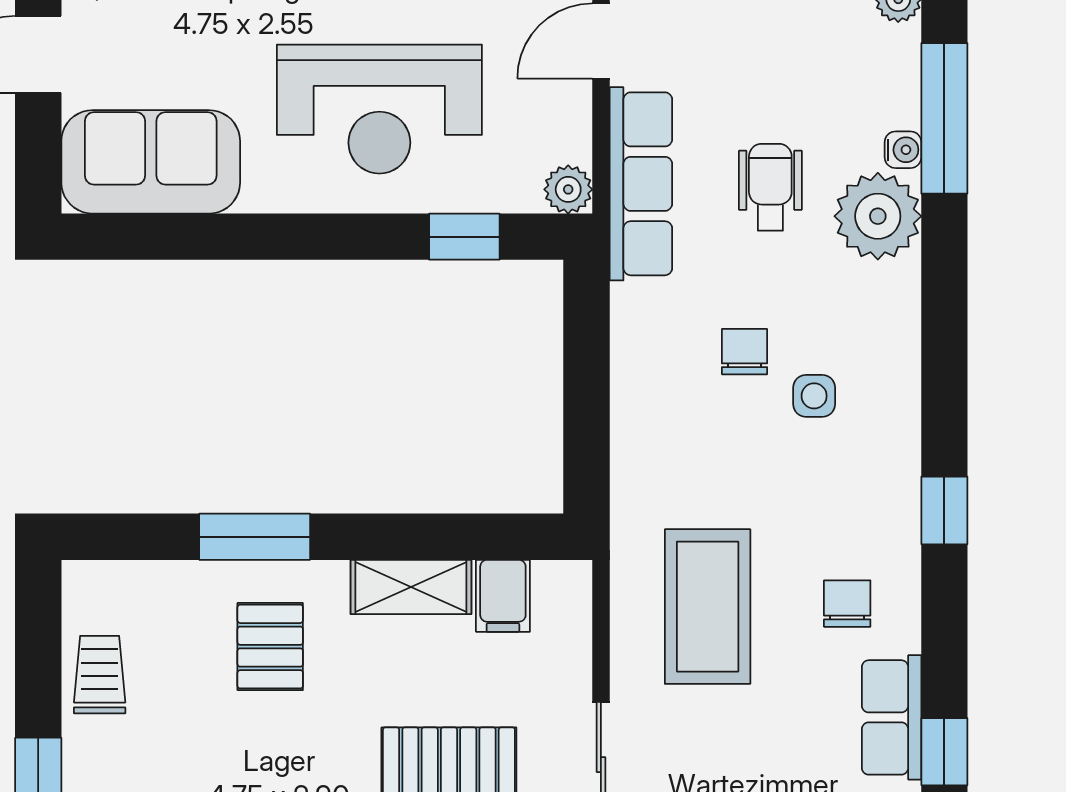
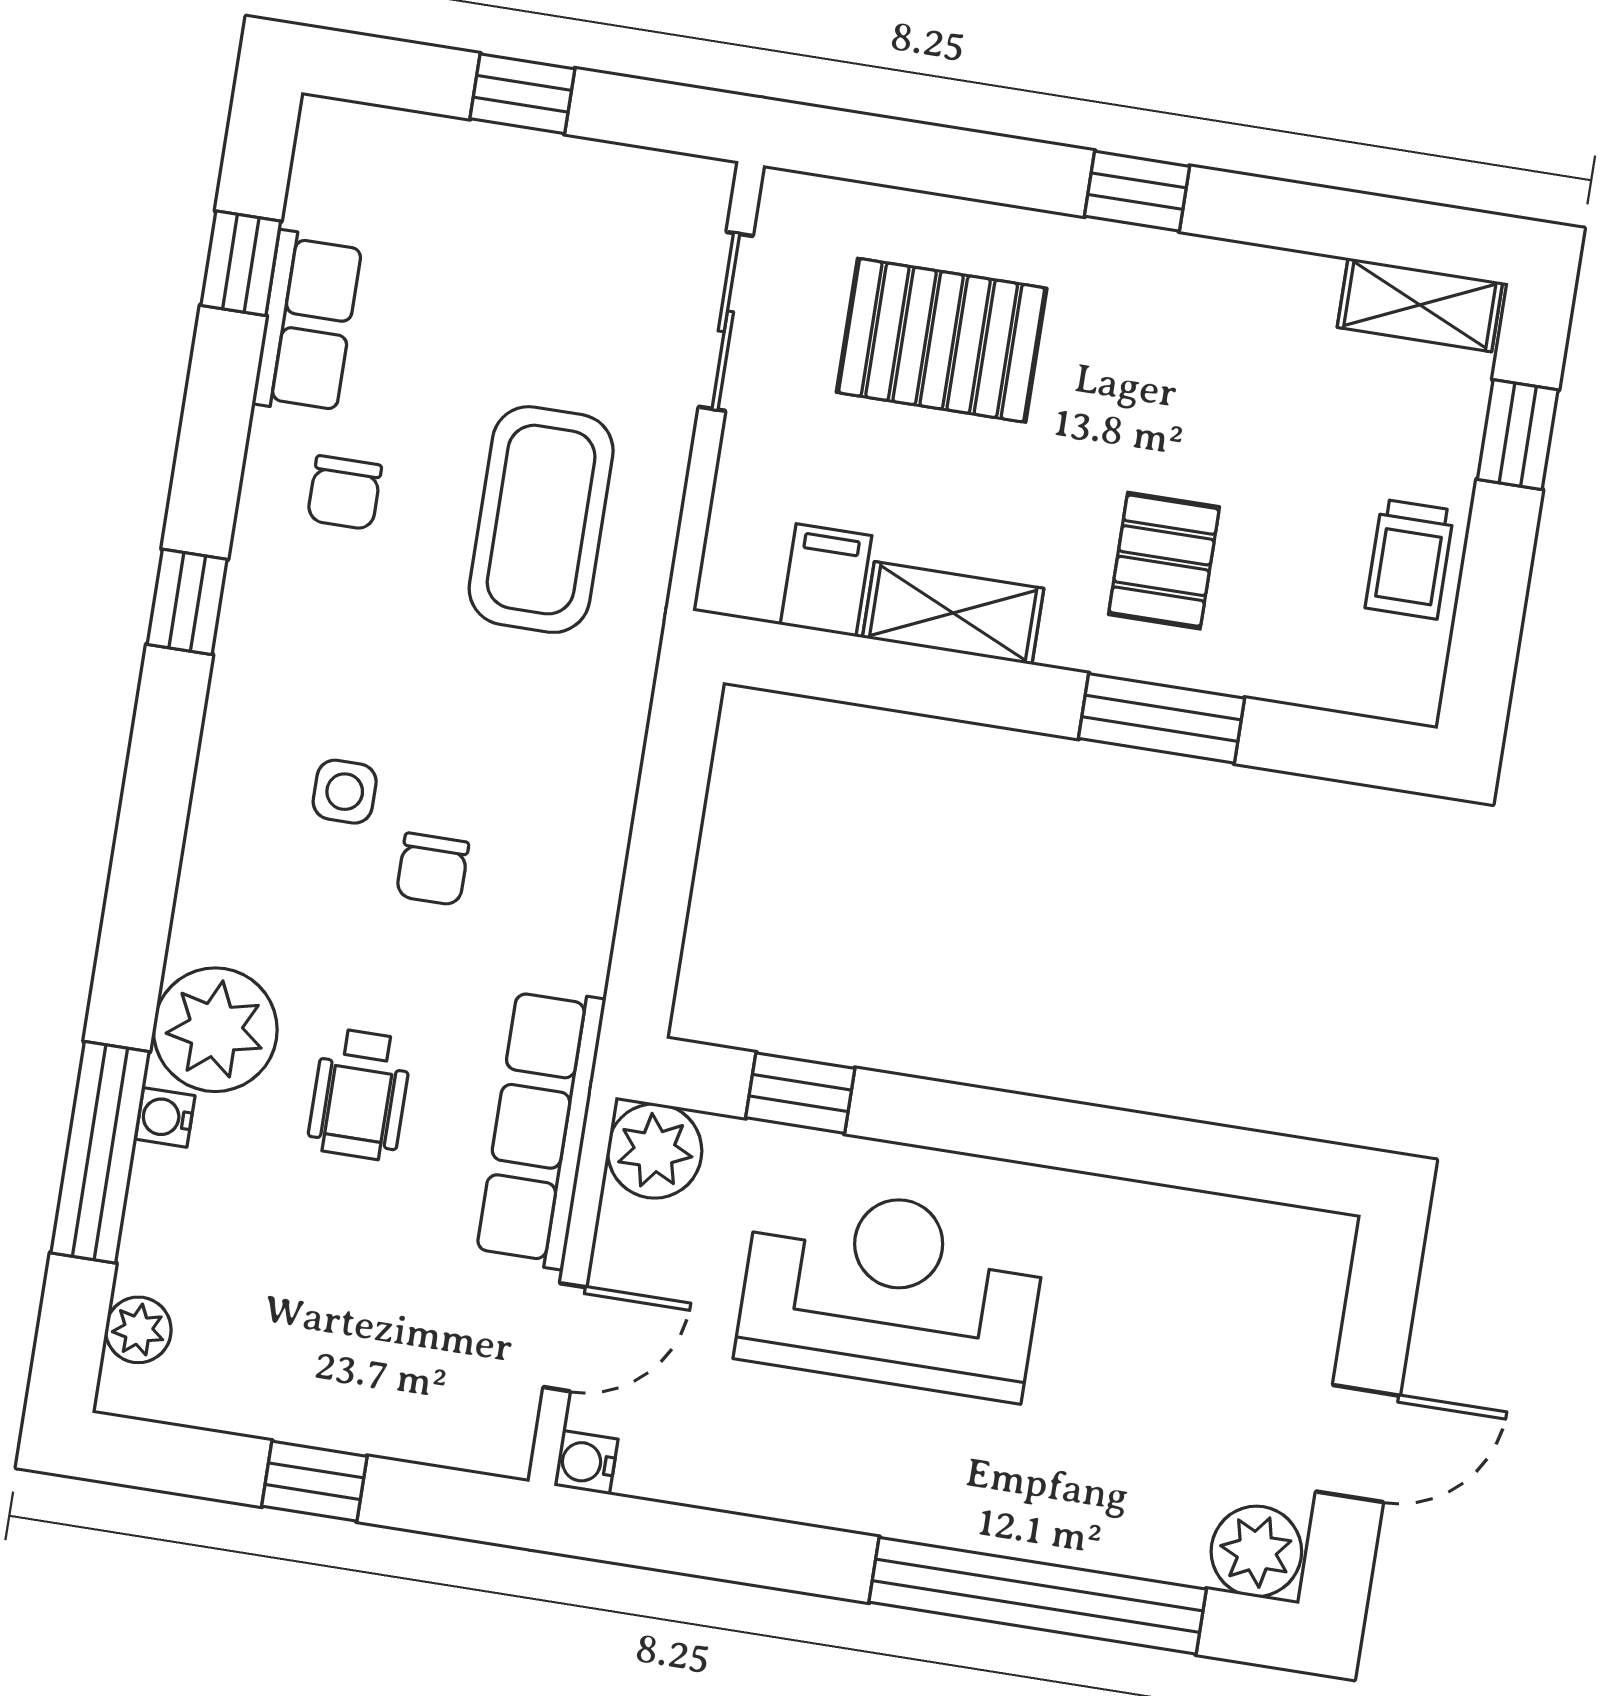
sofa: (151, 162) -> (1224, 1268), removed
plant: (568, 189) -> (655, 1151), width x1.38, depth x1.38

